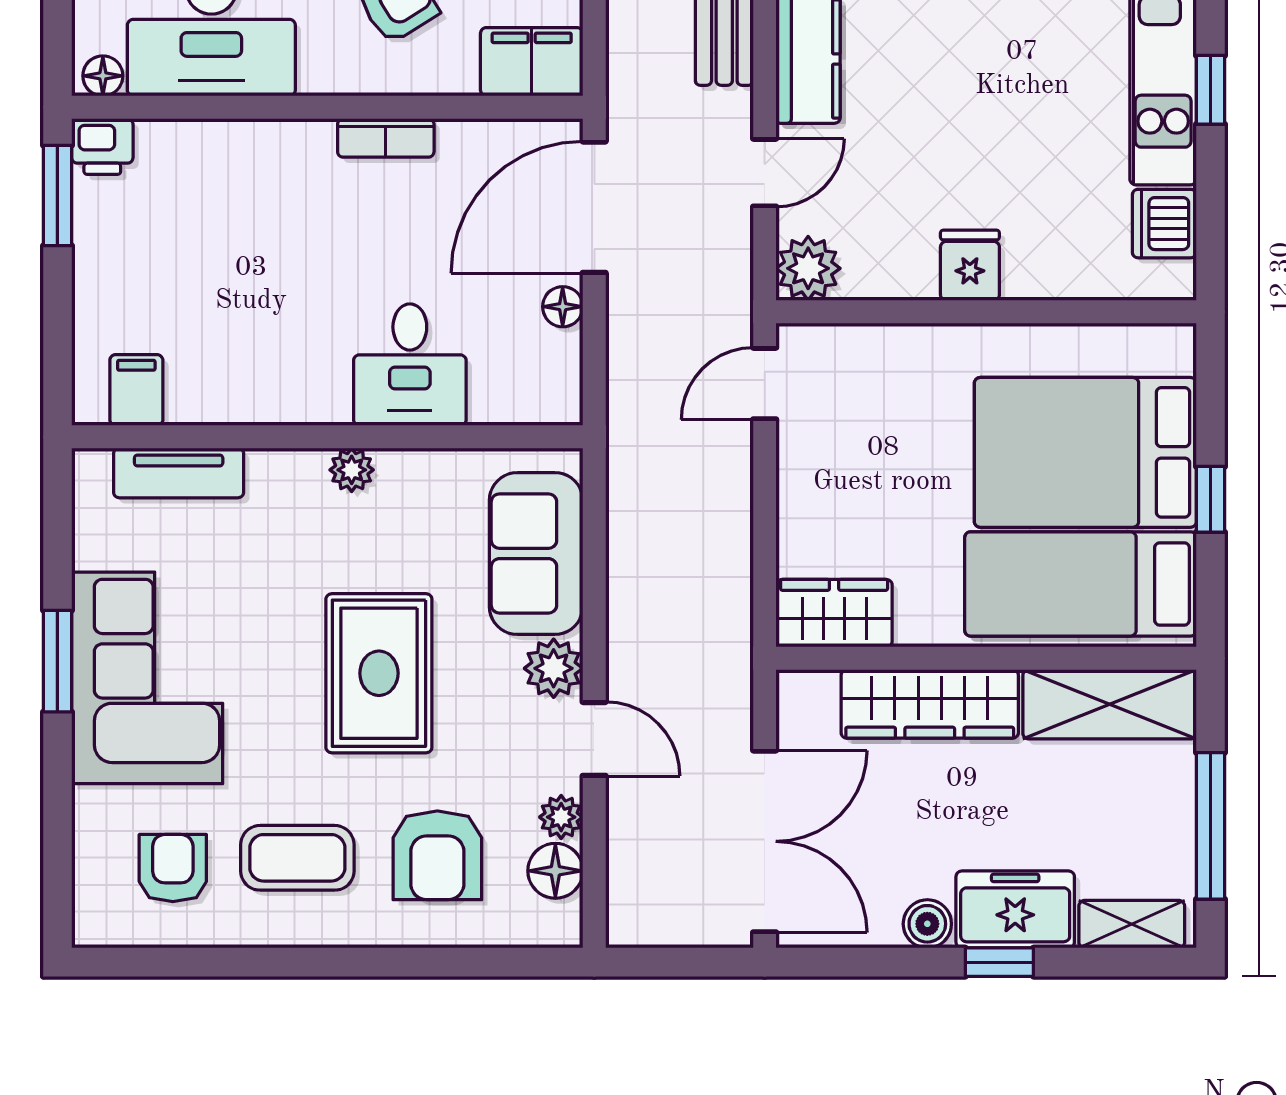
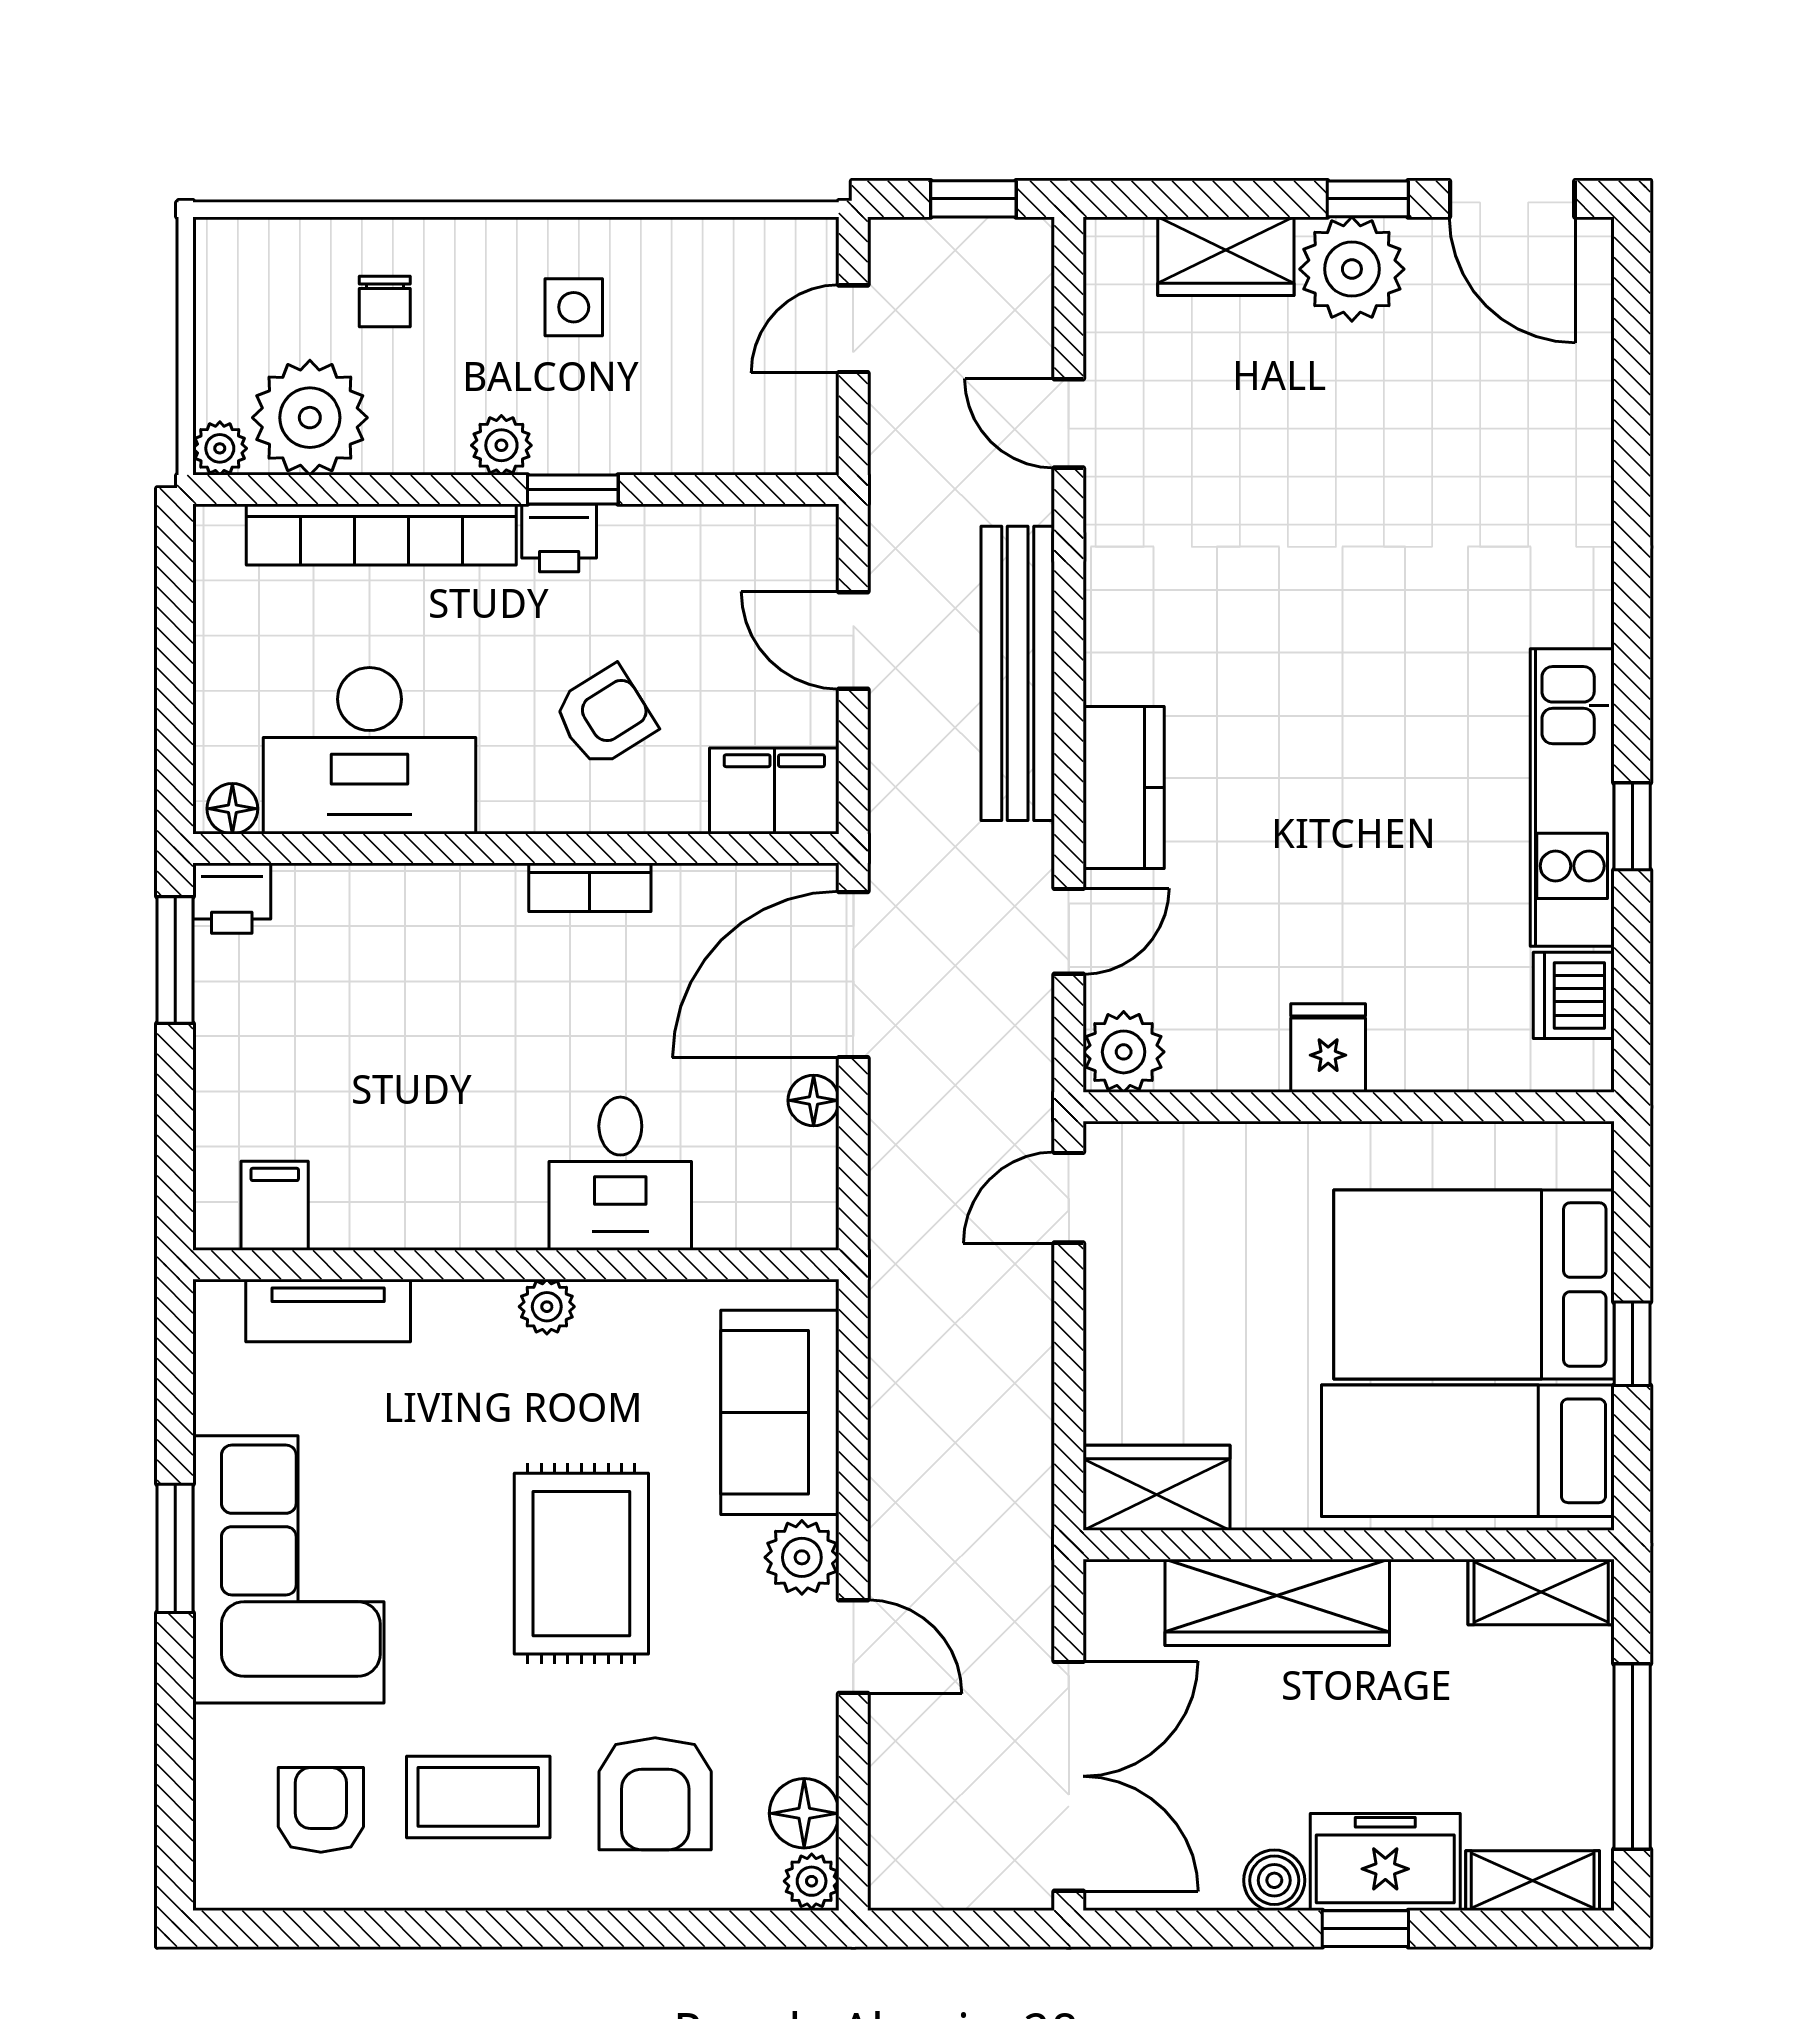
shelving: (1110, 704) -> (1541, 1592), width x0.67, depth x0.75
plant: (561, 817) -> (812, 1881), moved

